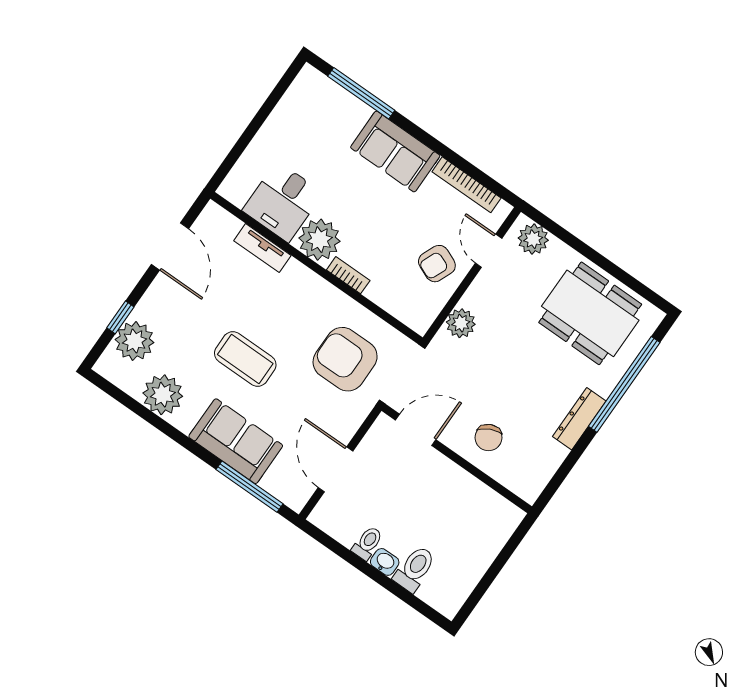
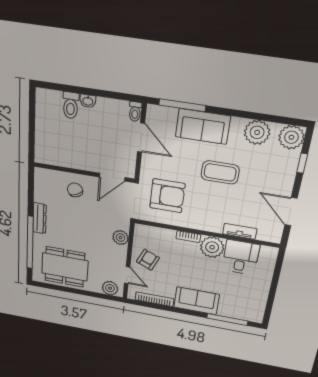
plant: (134, 341) -> (291, 137), moved
toilet: (367, 543) -> (135, 112), moved

